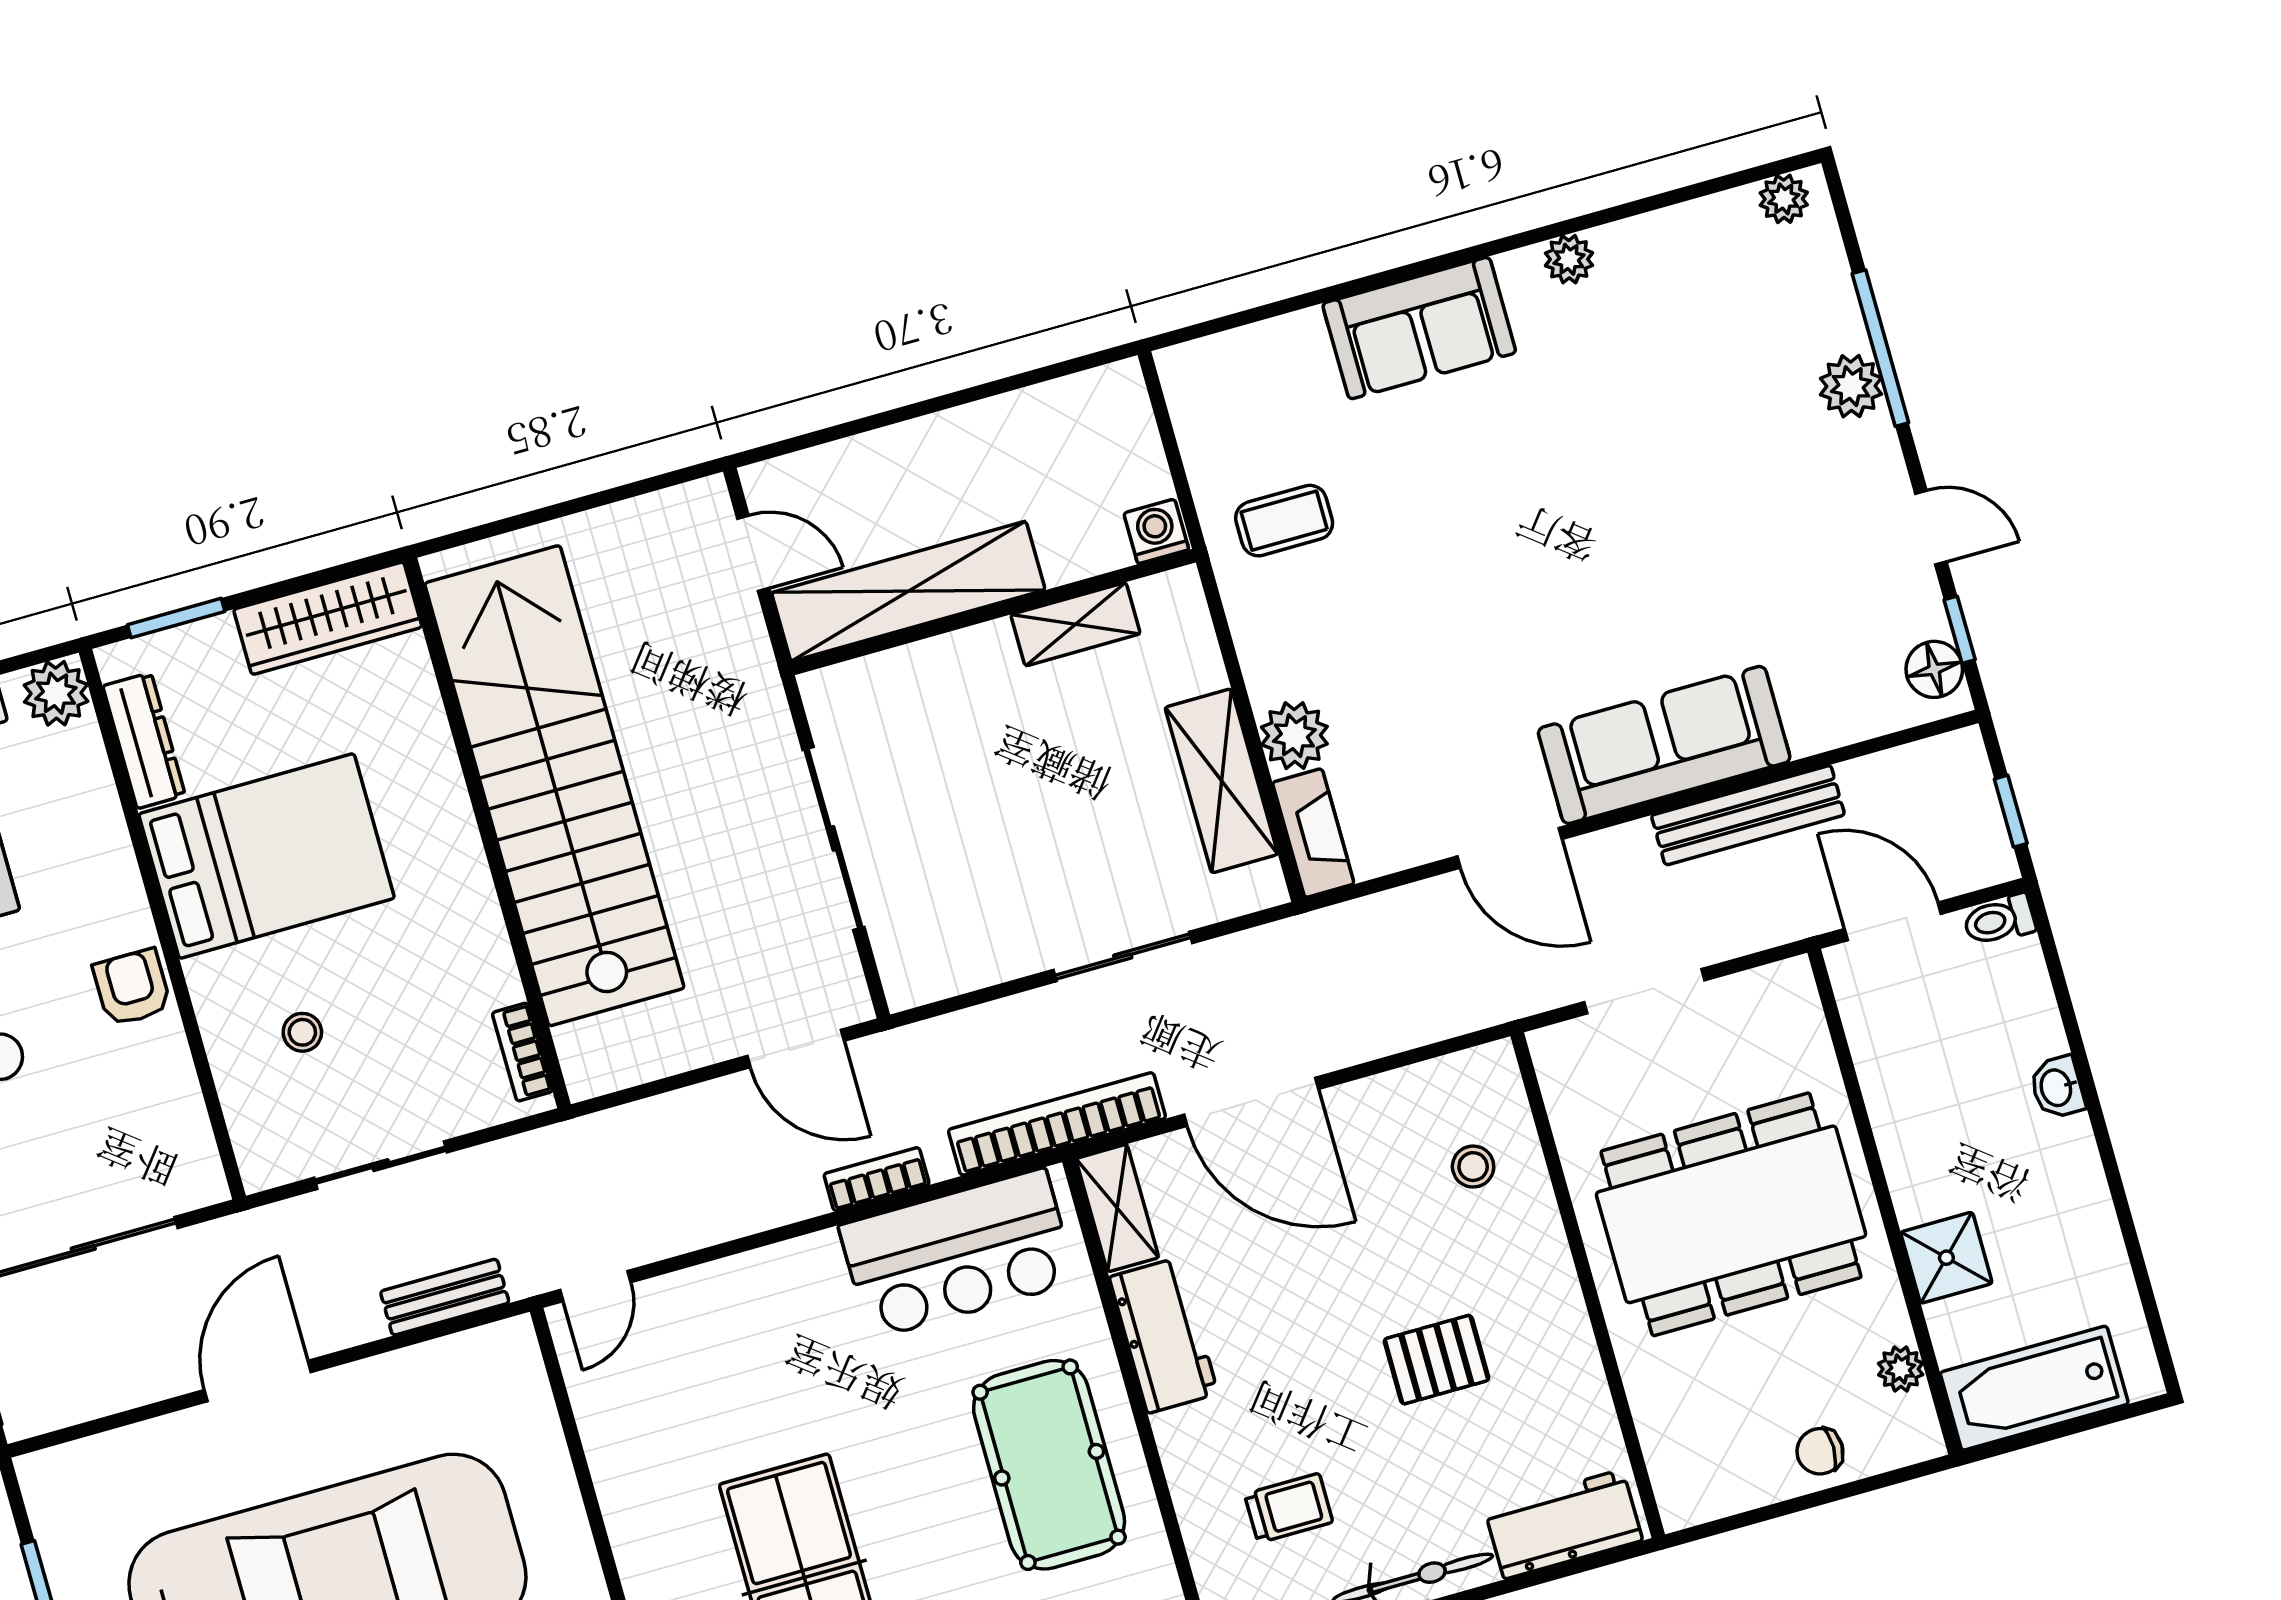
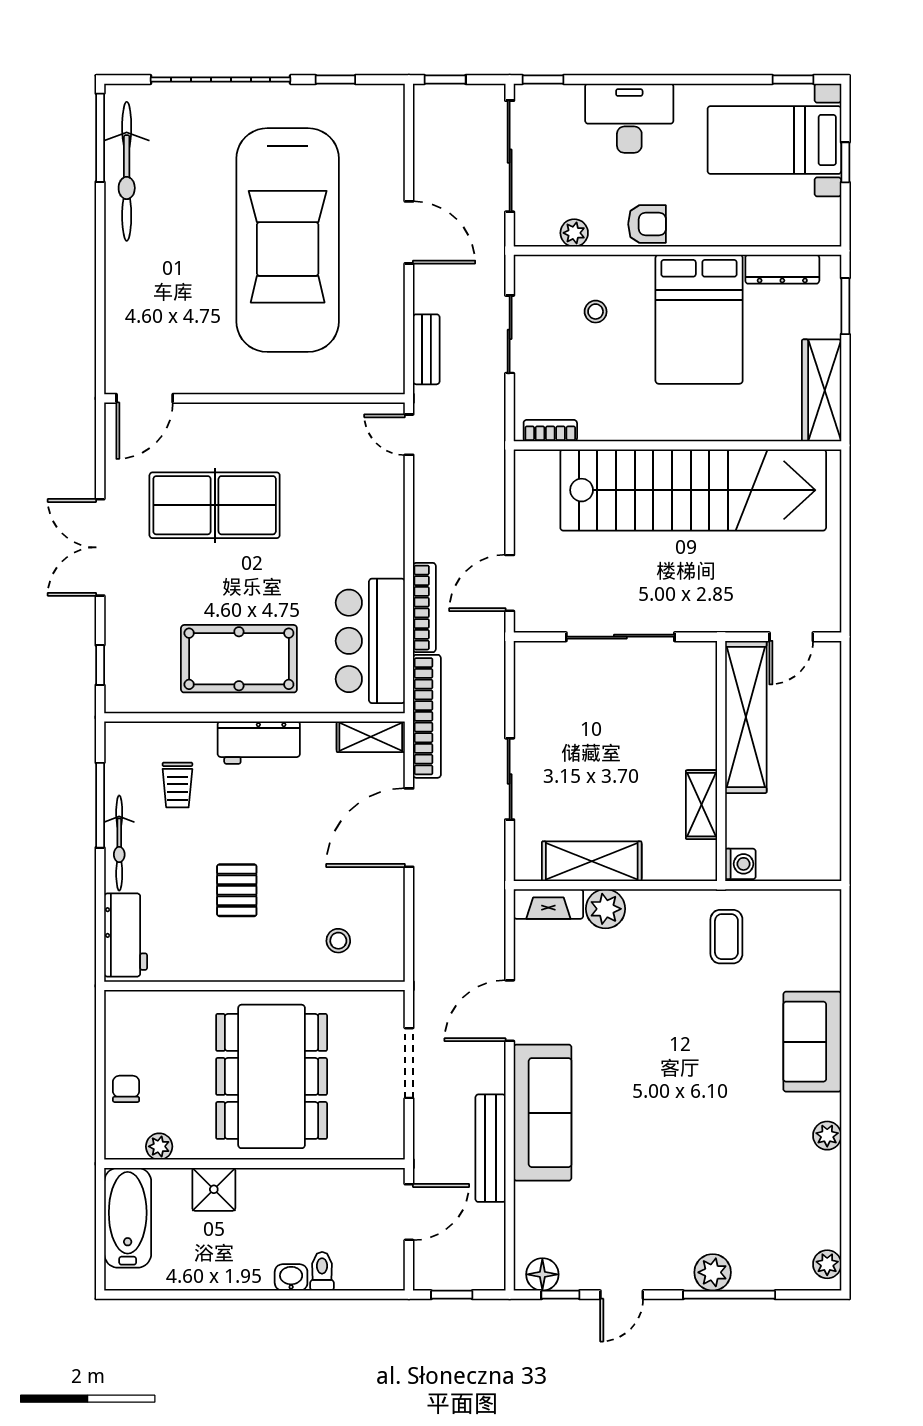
plant: (56, 693) -> (574, 233), moved, width x0.73, depth x0.73
toilet: (1999, 920) -> (322, 1271), moved
bookcase: (877, 1179) -> (424, 608), width x1.56
workbench: (1164, 1335) -> (259, 743), moved

